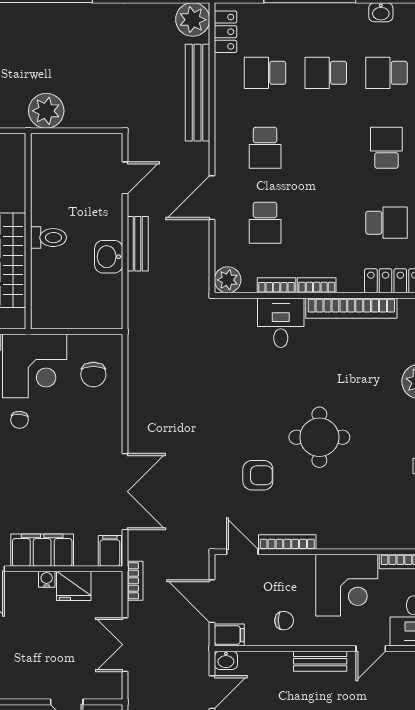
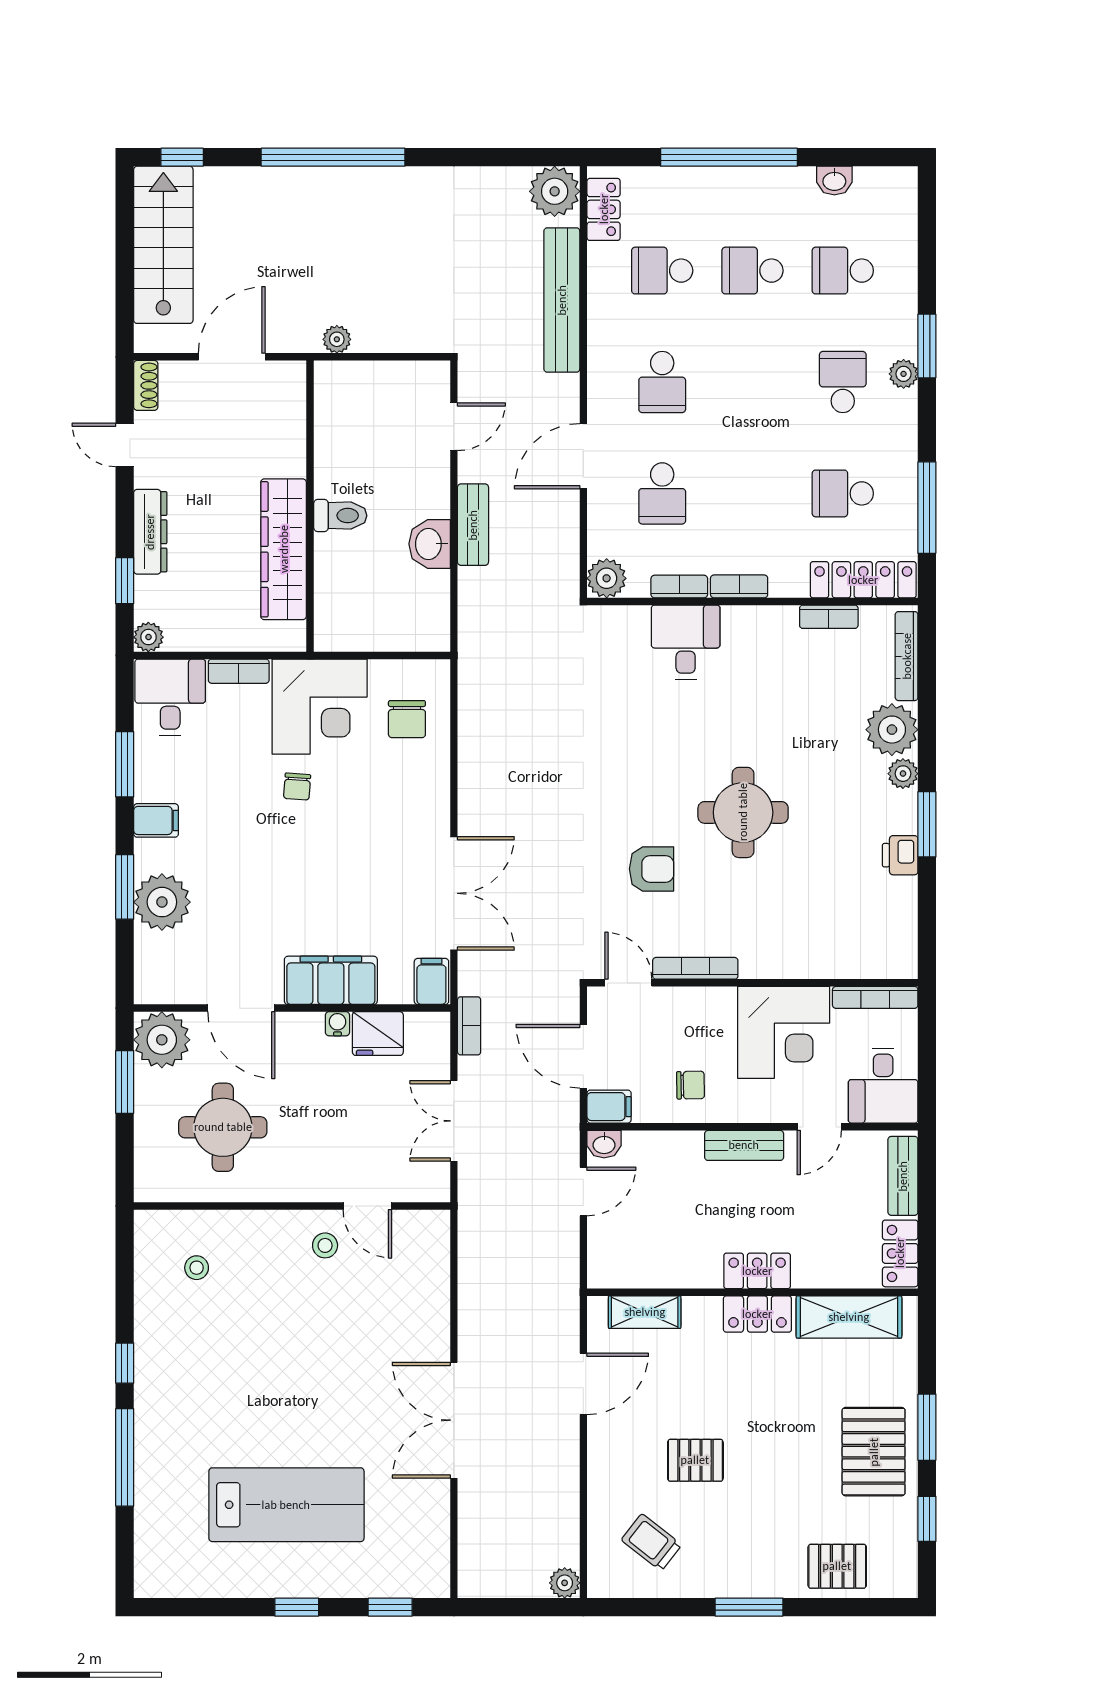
plant: (46, 111) -> (337, 339), width x0.53, depth x0.53
school desk: (386, 223) -> (843, 493), turned 180
bookcase: (351, 308) -> (829, 617), width x0.43, depth x0.76

